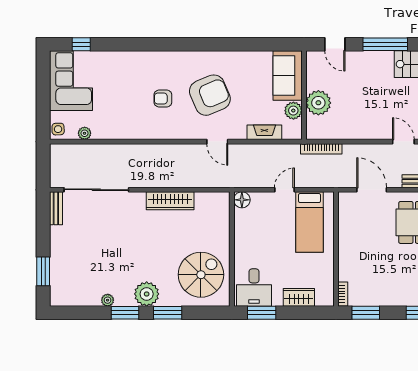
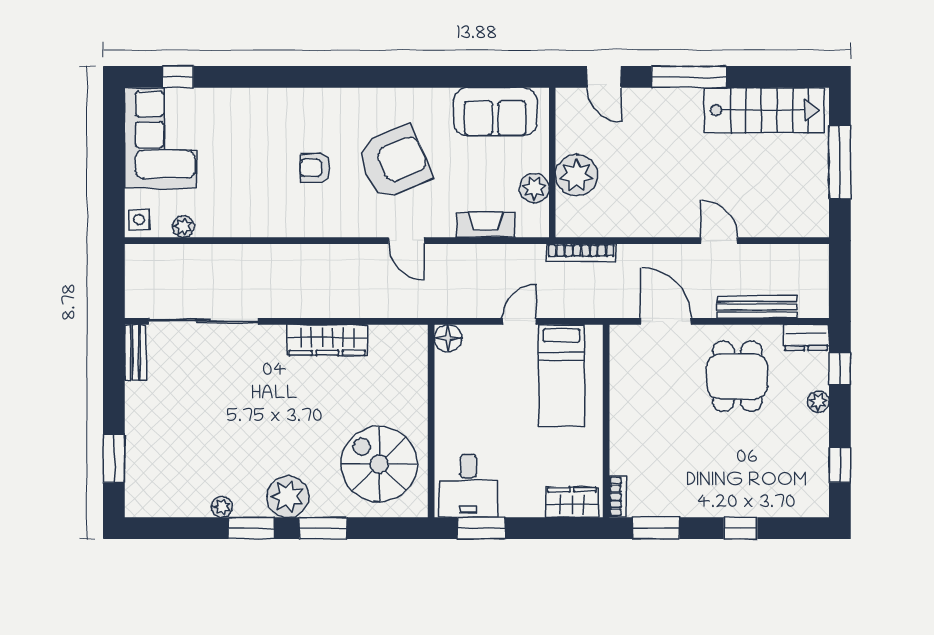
sofa: (288, 76) -> (495, 112), moved, turned -90
spiral stairs: (201, 275) -> (379, 464), turned -90
wardrobe: (299, 297) -> (572, 502), moved

